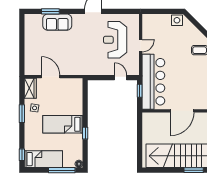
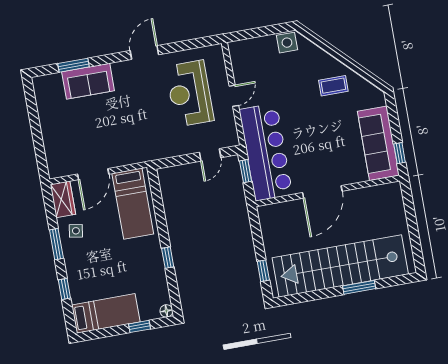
door: (51, 77) -> (93, 174), swing flipped
door: (121, 78) -> (210, 155), swing flipped
bed: (63, 124) -> (133, 204), moved, turned -90
window: (140, 151) -> (263, 271), added
window: (22, 155) -> (64, 289), moved
window: (62, 170) -> (140, 326), width x0.46

